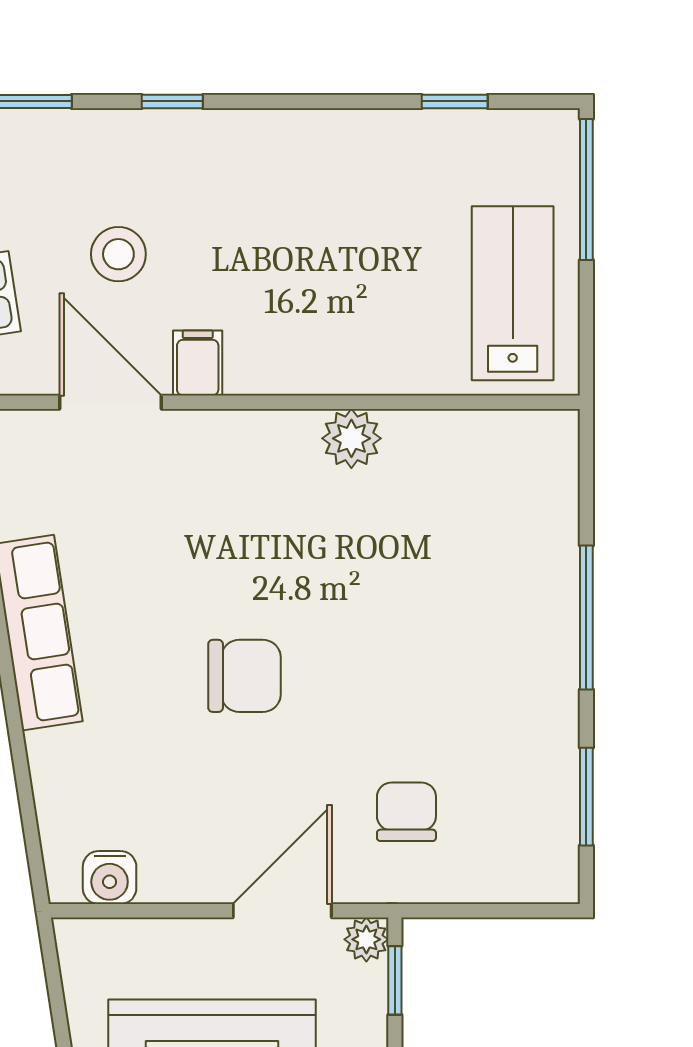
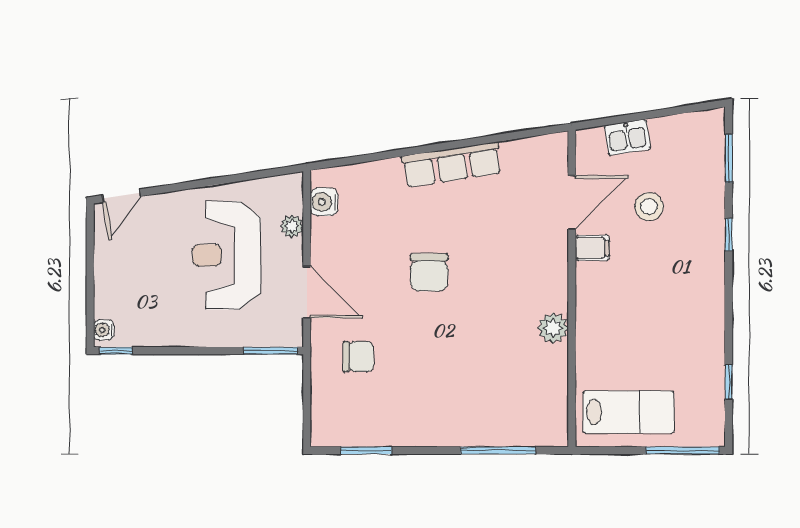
window: (586, 617) -> (498, 450), moved
plant: (366, 939) -> (292, 226), moved
window: (395, 980) -> (271, 351), width x1.50

